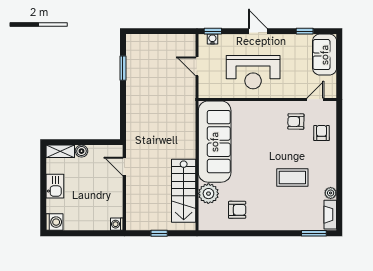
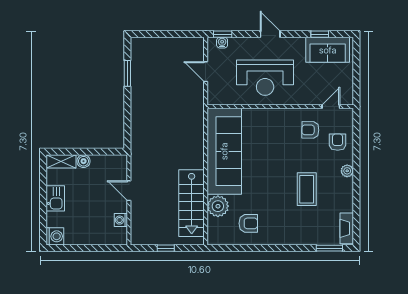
sofa: (325, 55) -> (328, 50), moved, turned -90
door: (124, 166) -> (129, 191), moved
coffee table: (292, 177) -> (307, 189), turned 90
plant: (331, 193) -> (347, 171), moved
washing machine: (117, 224) -> (121, 220), moved

